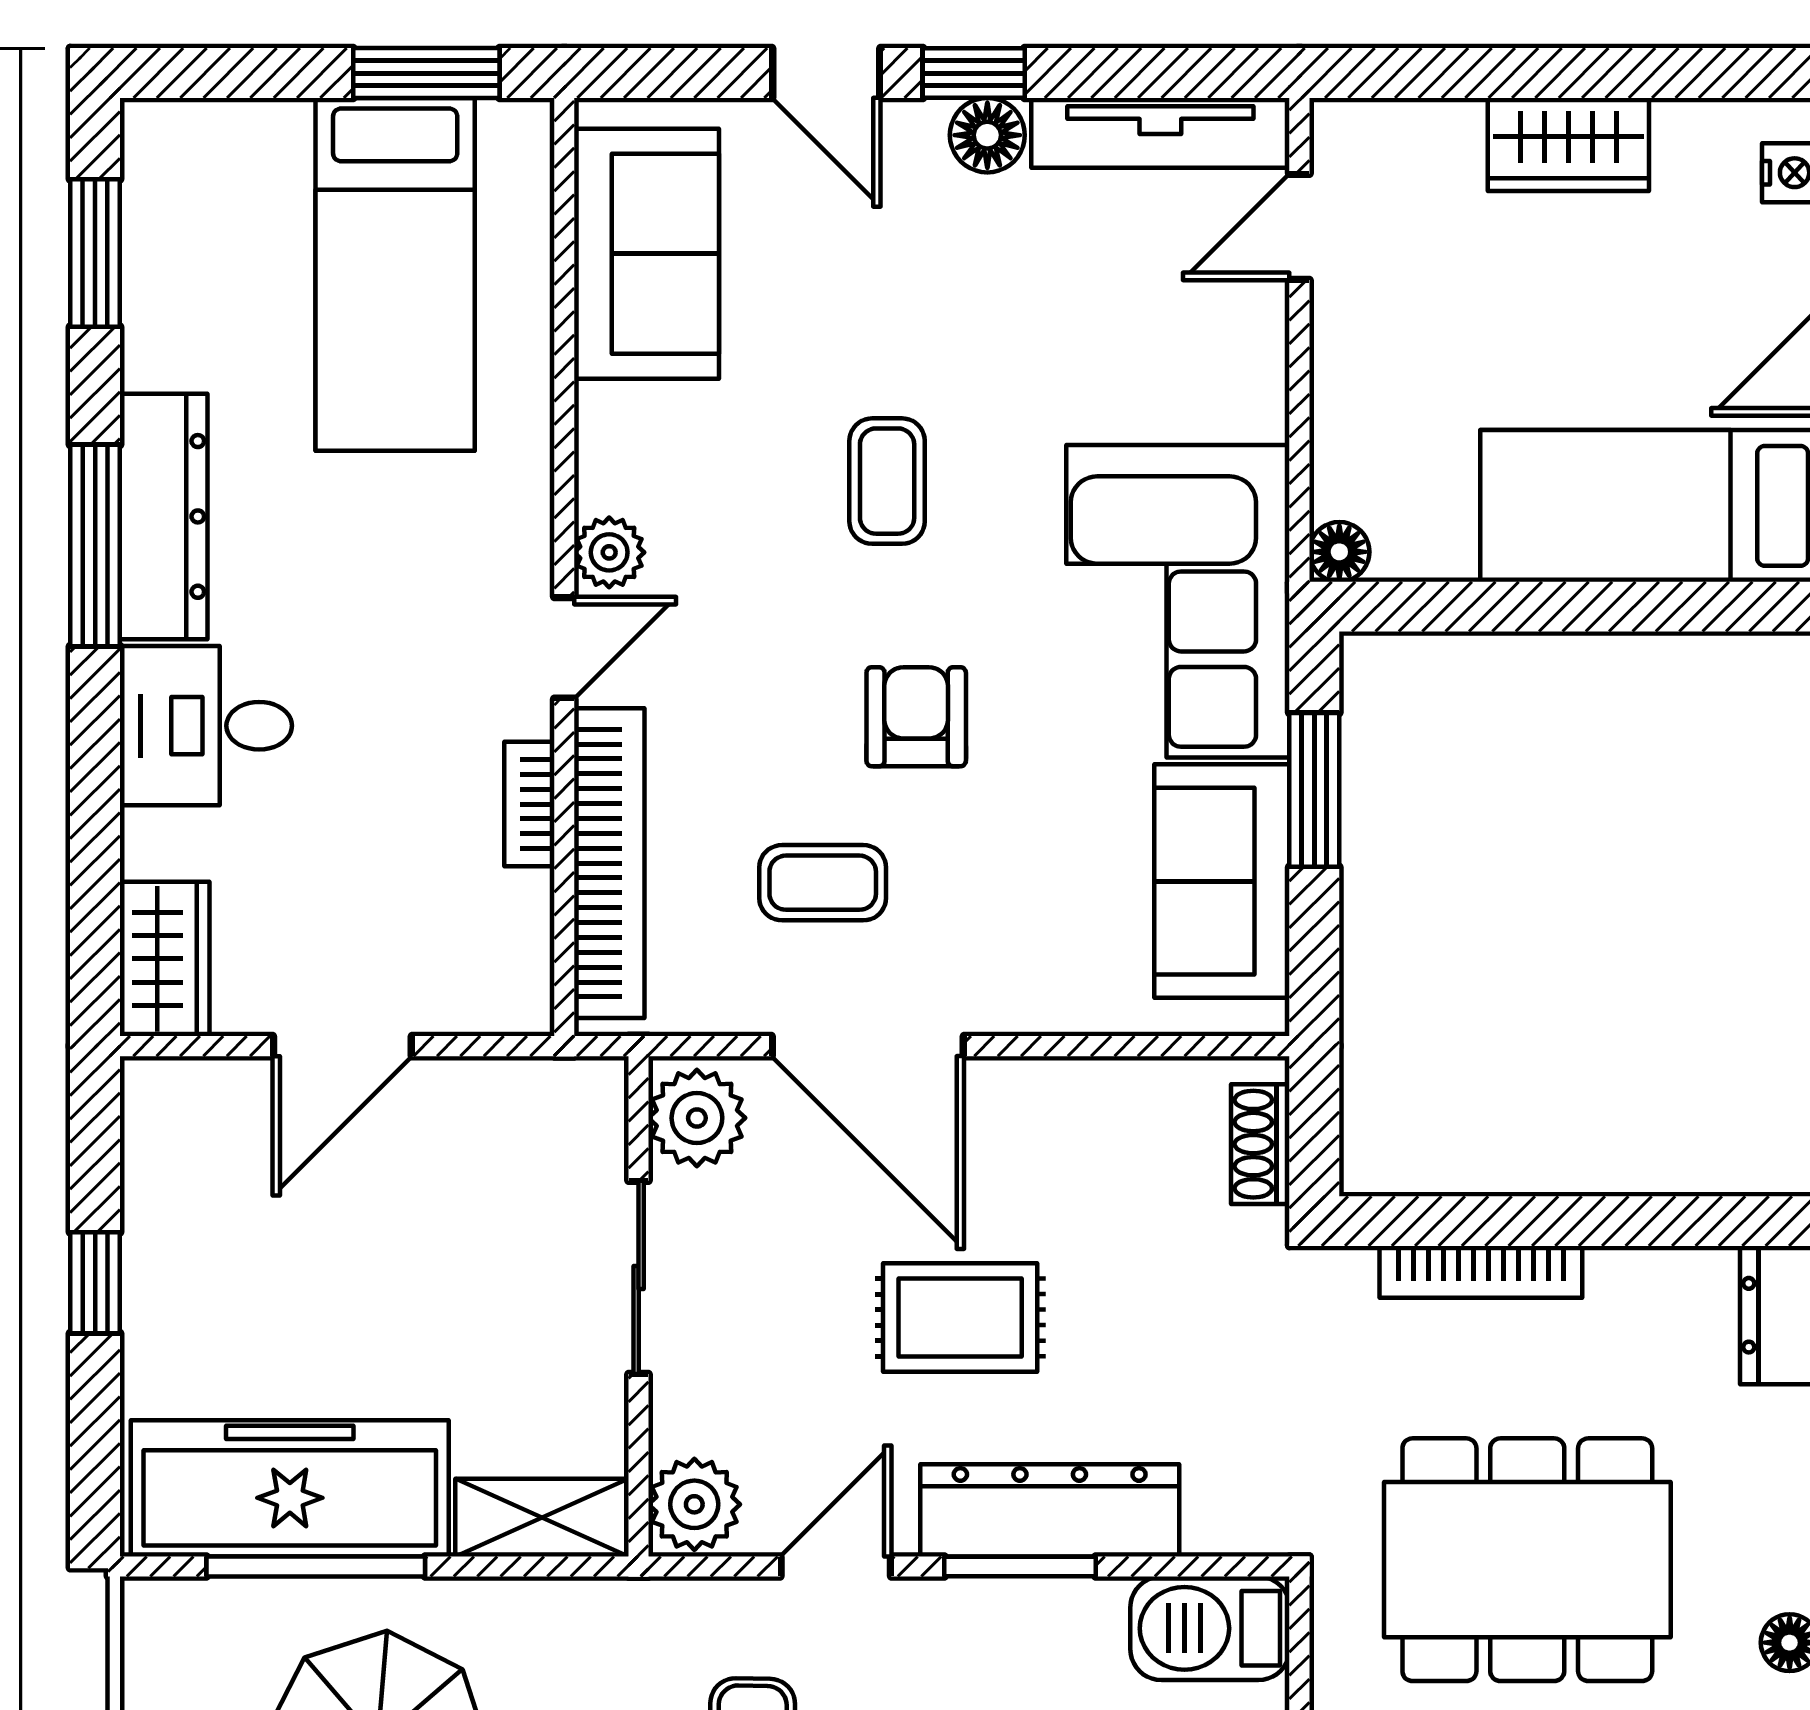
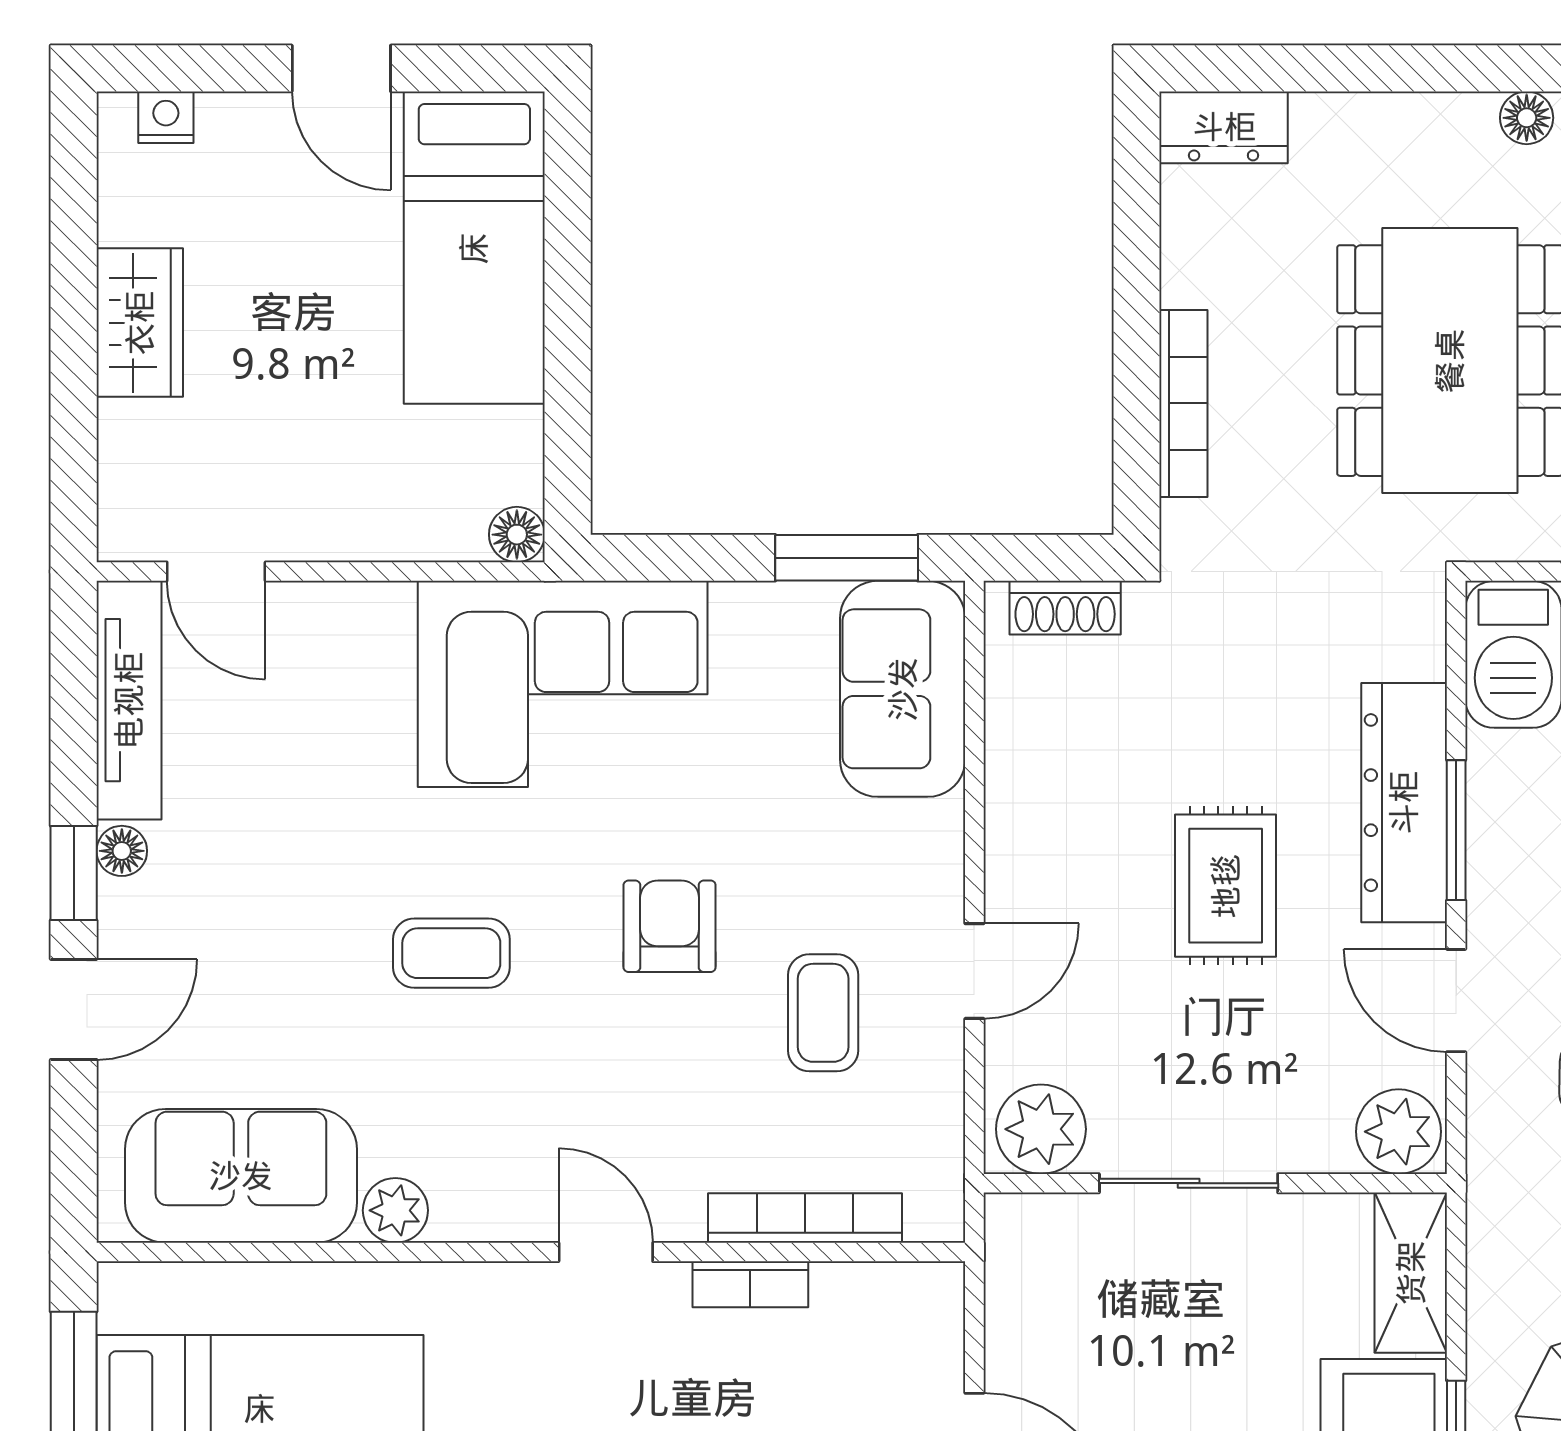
floor lamp: (987, 135) -> (122, 851), width x0.73, depth x0.73
plant: (609, 552) -> (395, 1210), moved
armchair: (916, 717) -> (670, 926), turned 90
window: (1314, 790) -> (847, 558), moved
bookcase: (609, 863) -> (805, 1218), width x0.68, depth x0.76
sofa: (1222, 881) -> (903, 689), moved, turned 90
door: (868, 1046) -> (974, 971), width x0.53

